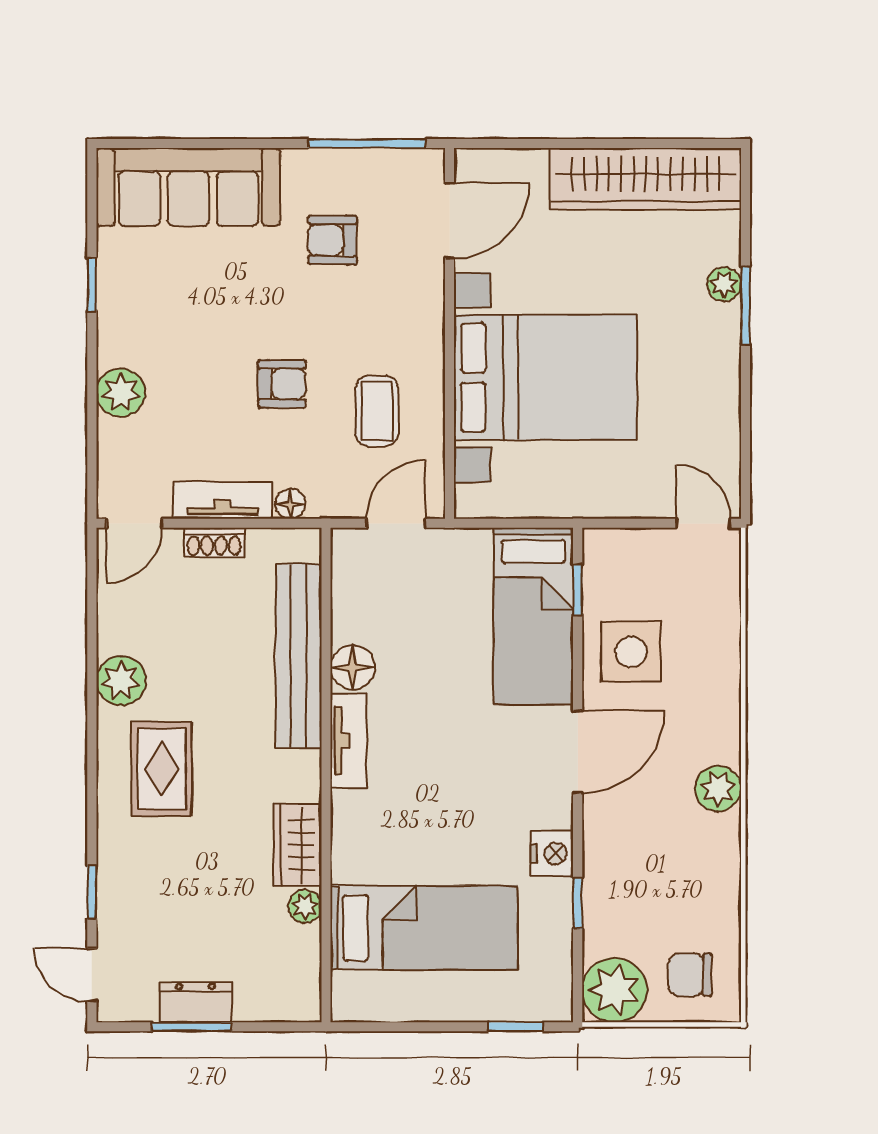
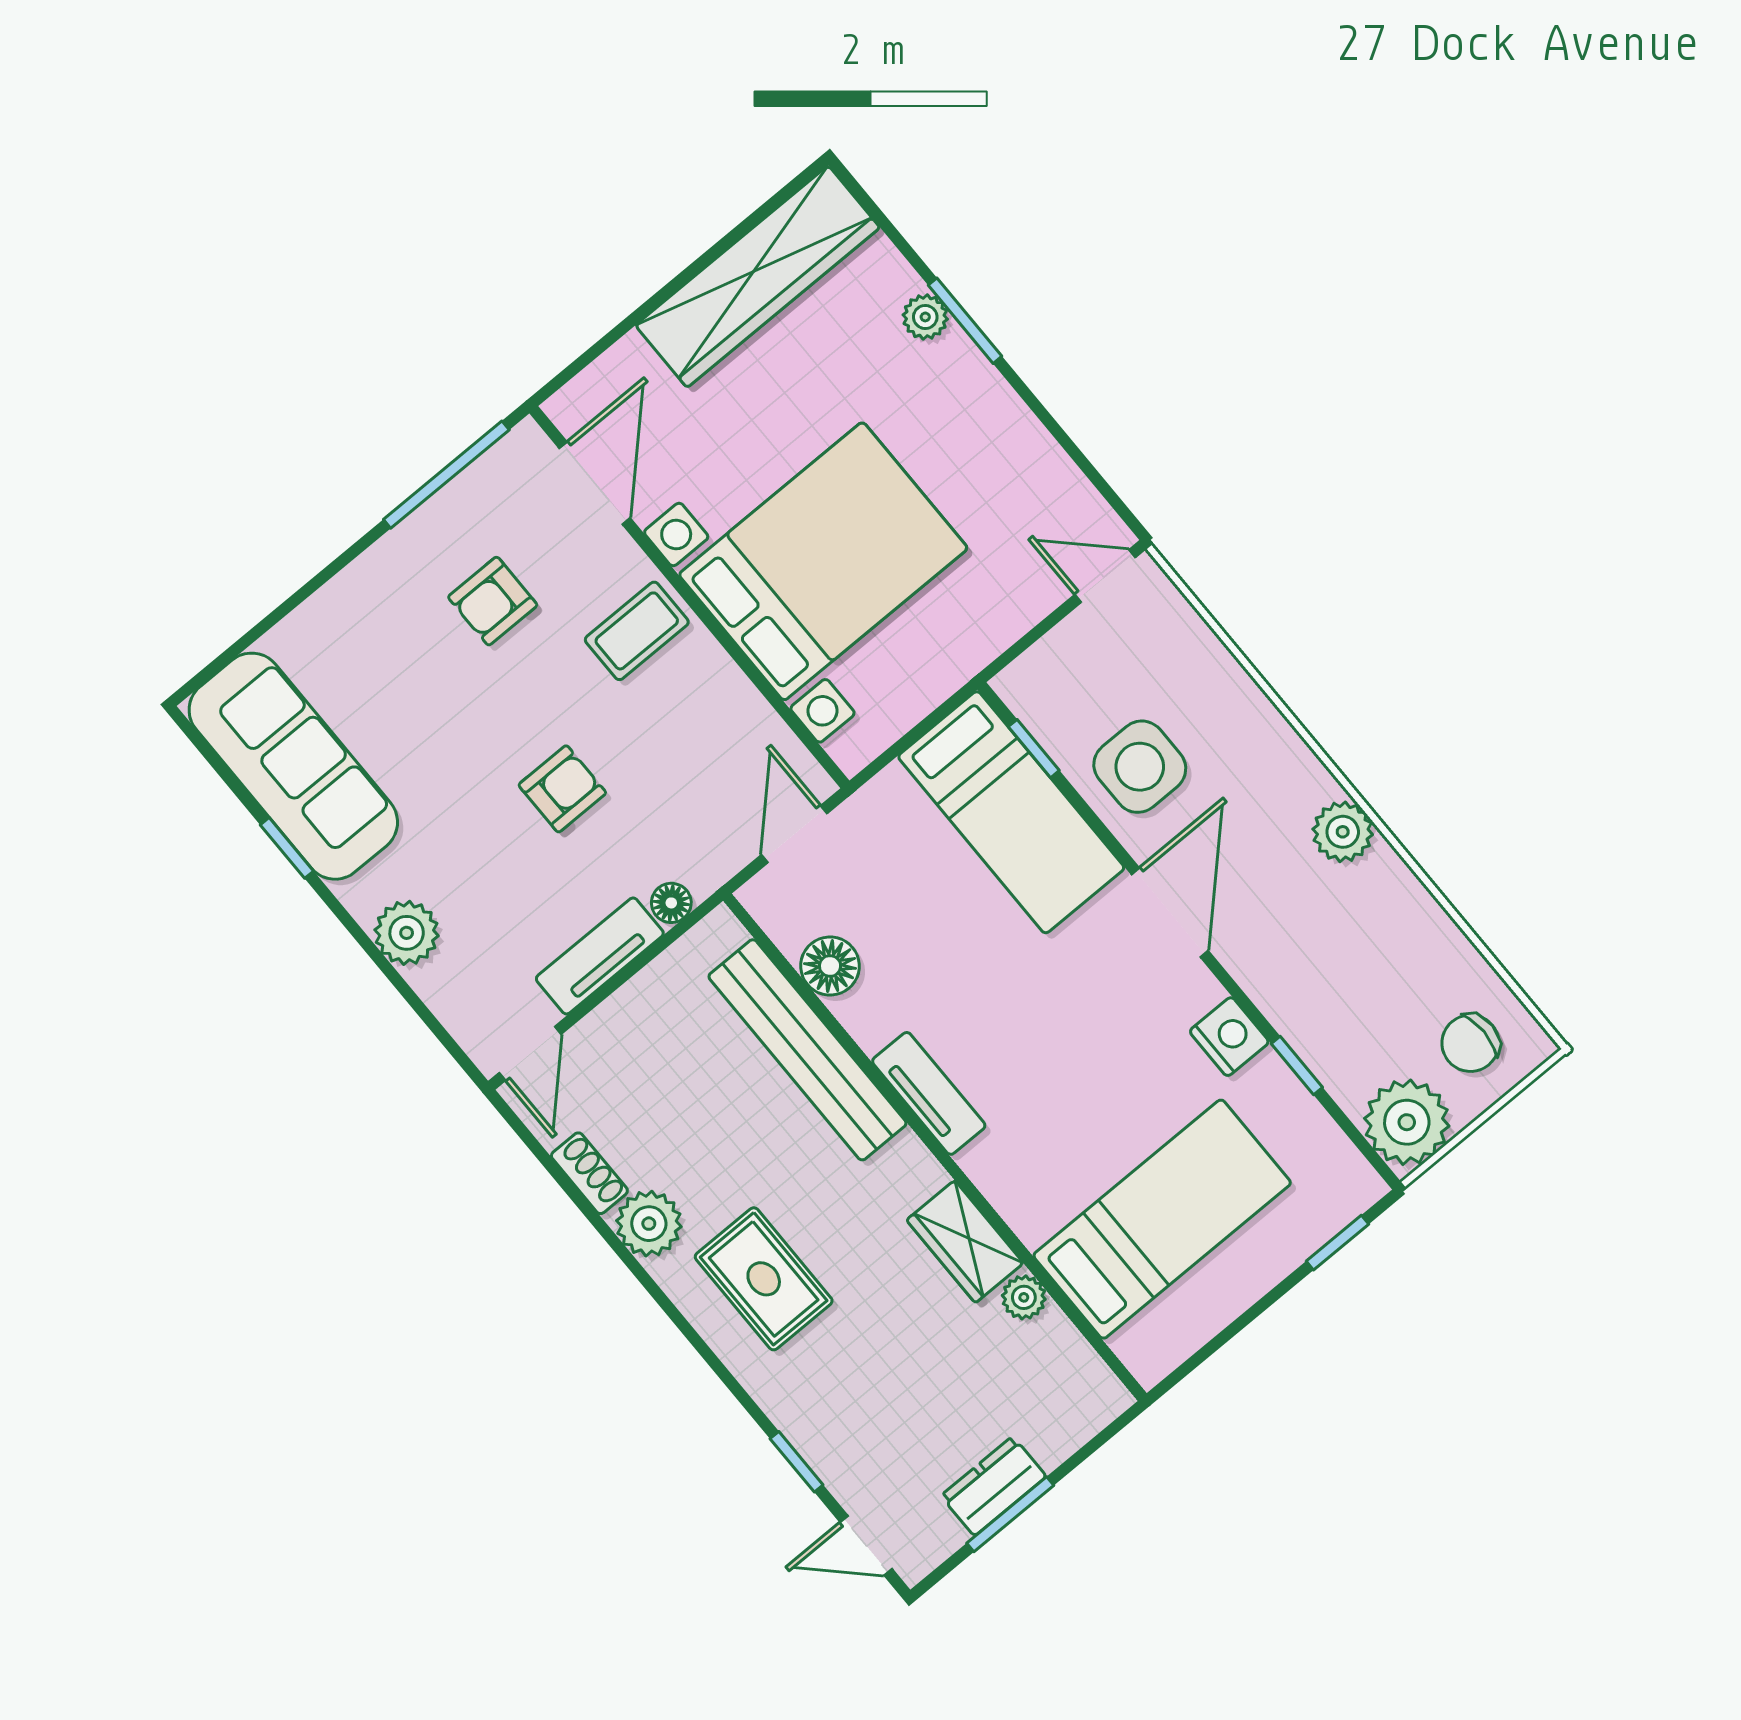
sofa: (188, 187) -> (293, 766), moved, turned -90
coffee table: (377, 411) -> (637, 631), moved, turned 90
shoe rack: (214, 542) -> (589, 1173), moved, turned -90
floor lamp: (353, 667) -> (830, 966), moved

